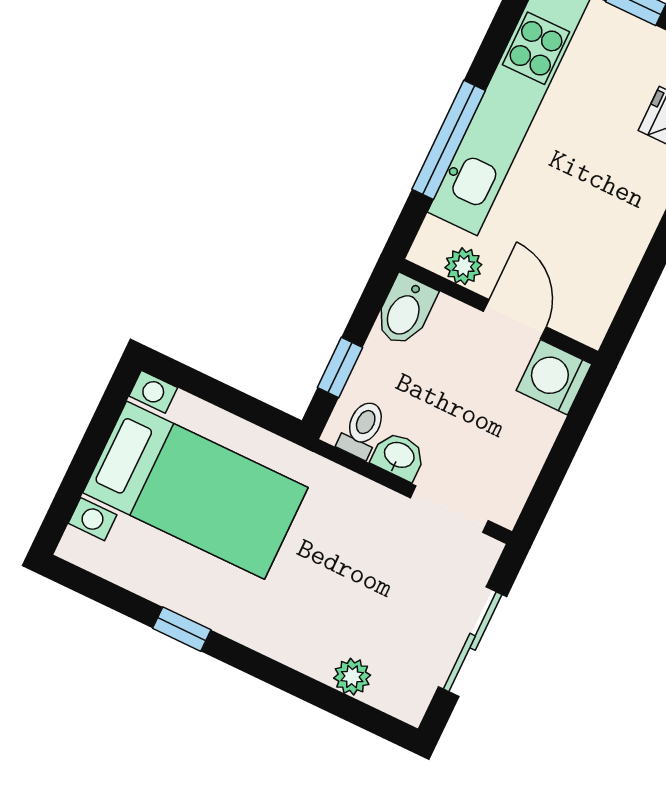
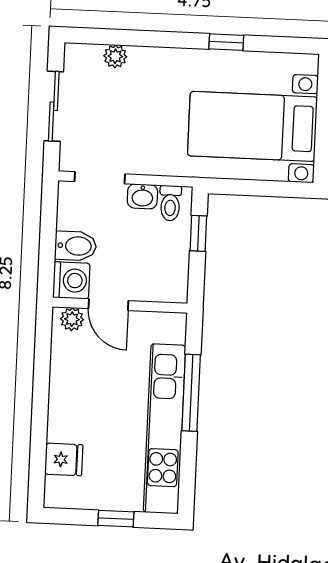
plant: (463, 266) -> (72, 319), moved
bidet: (405, 311) -> (75, 246), moved, turned 90

